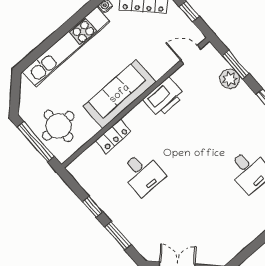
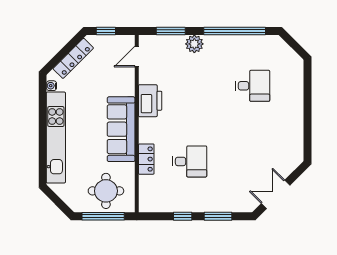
plant: (230, 79) -> (194, 44), moved

